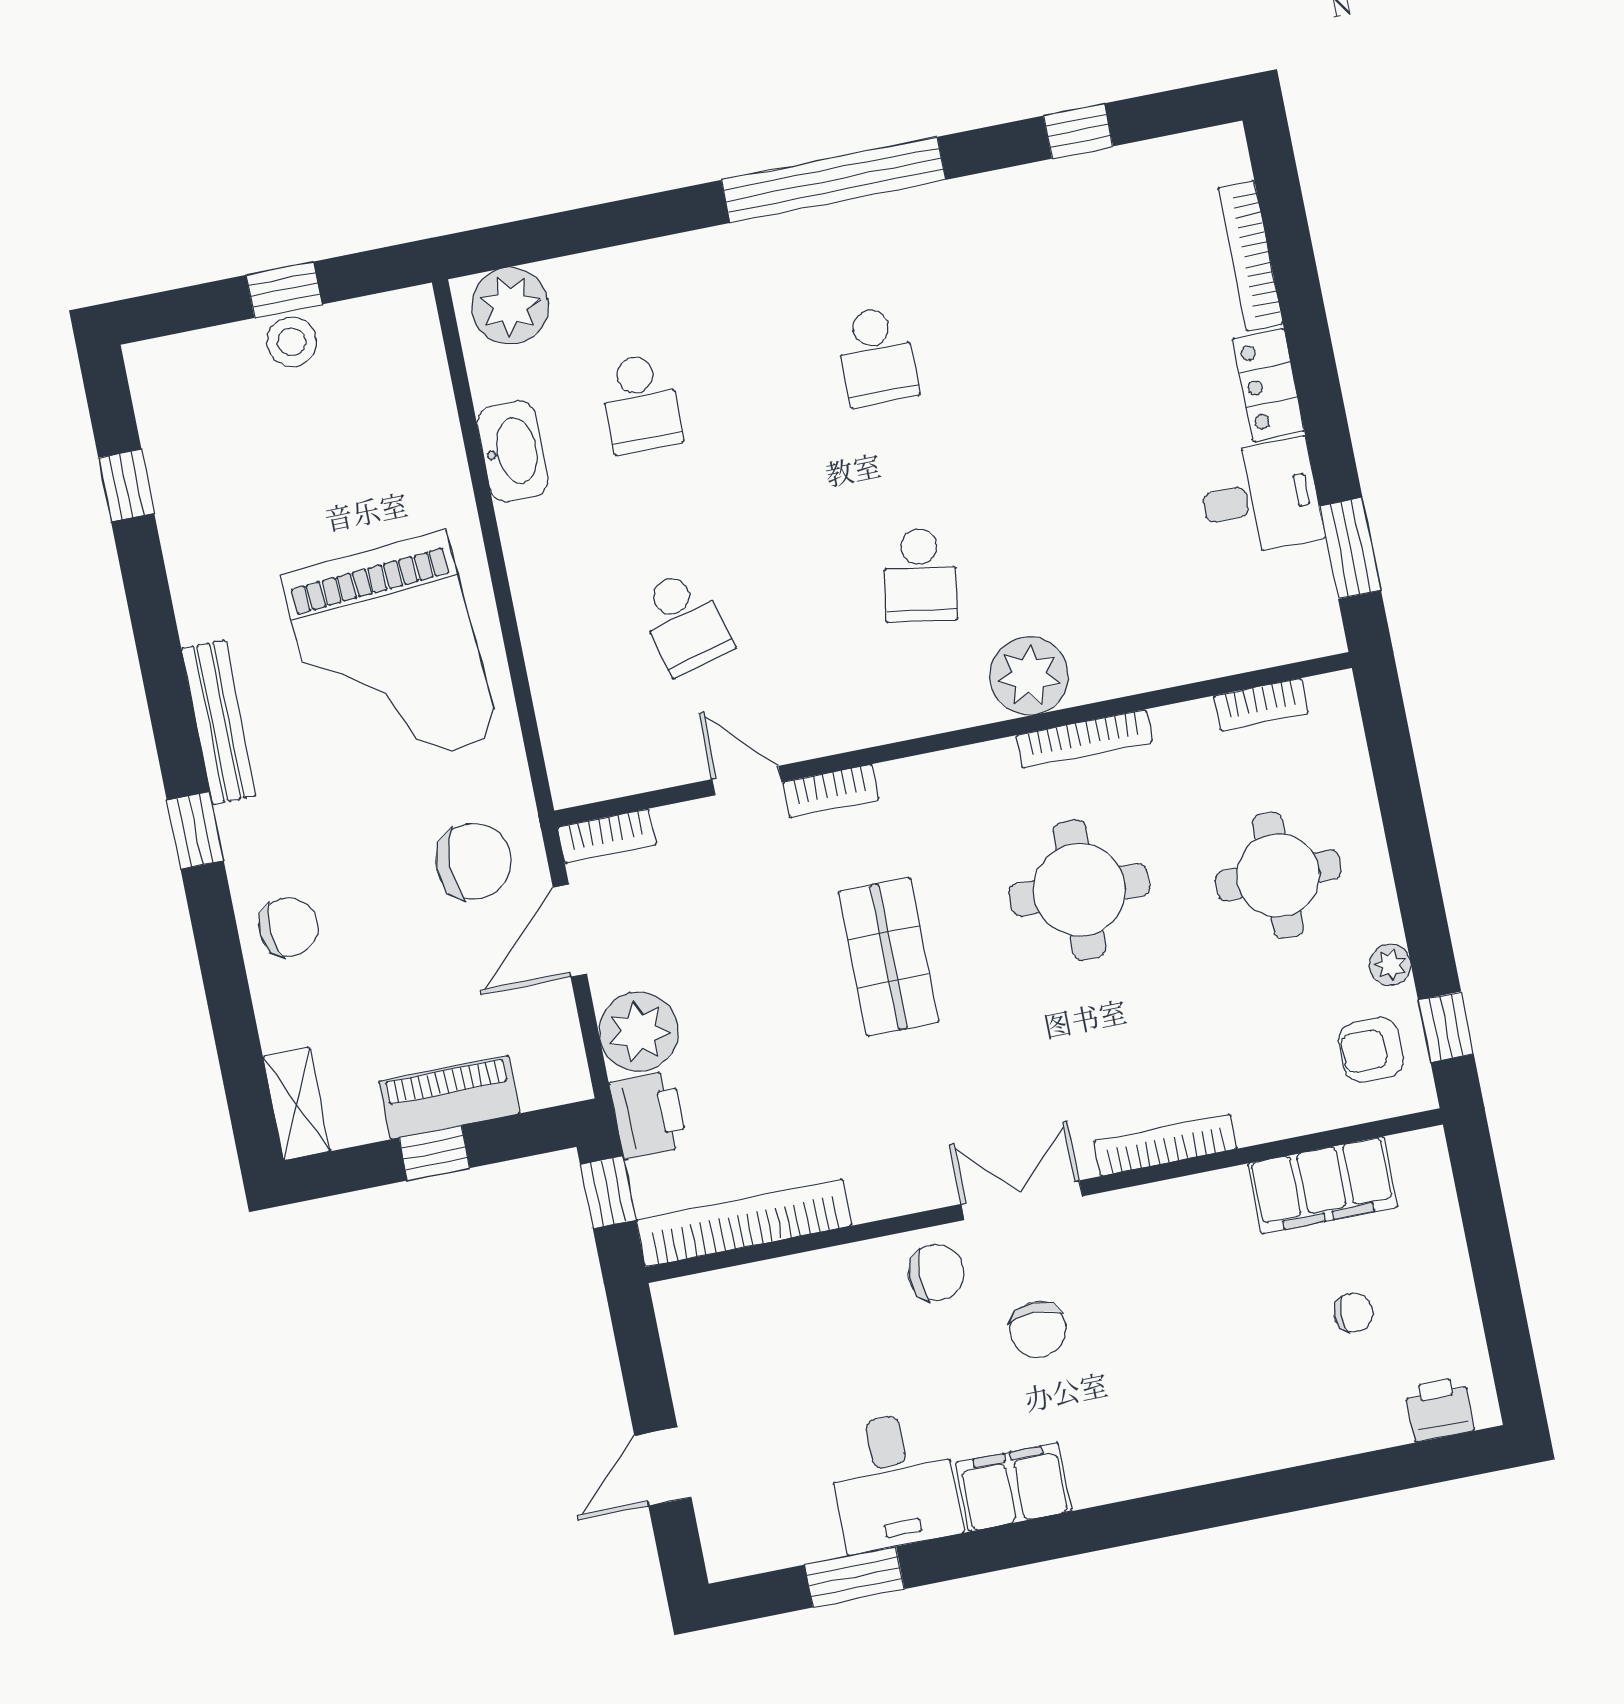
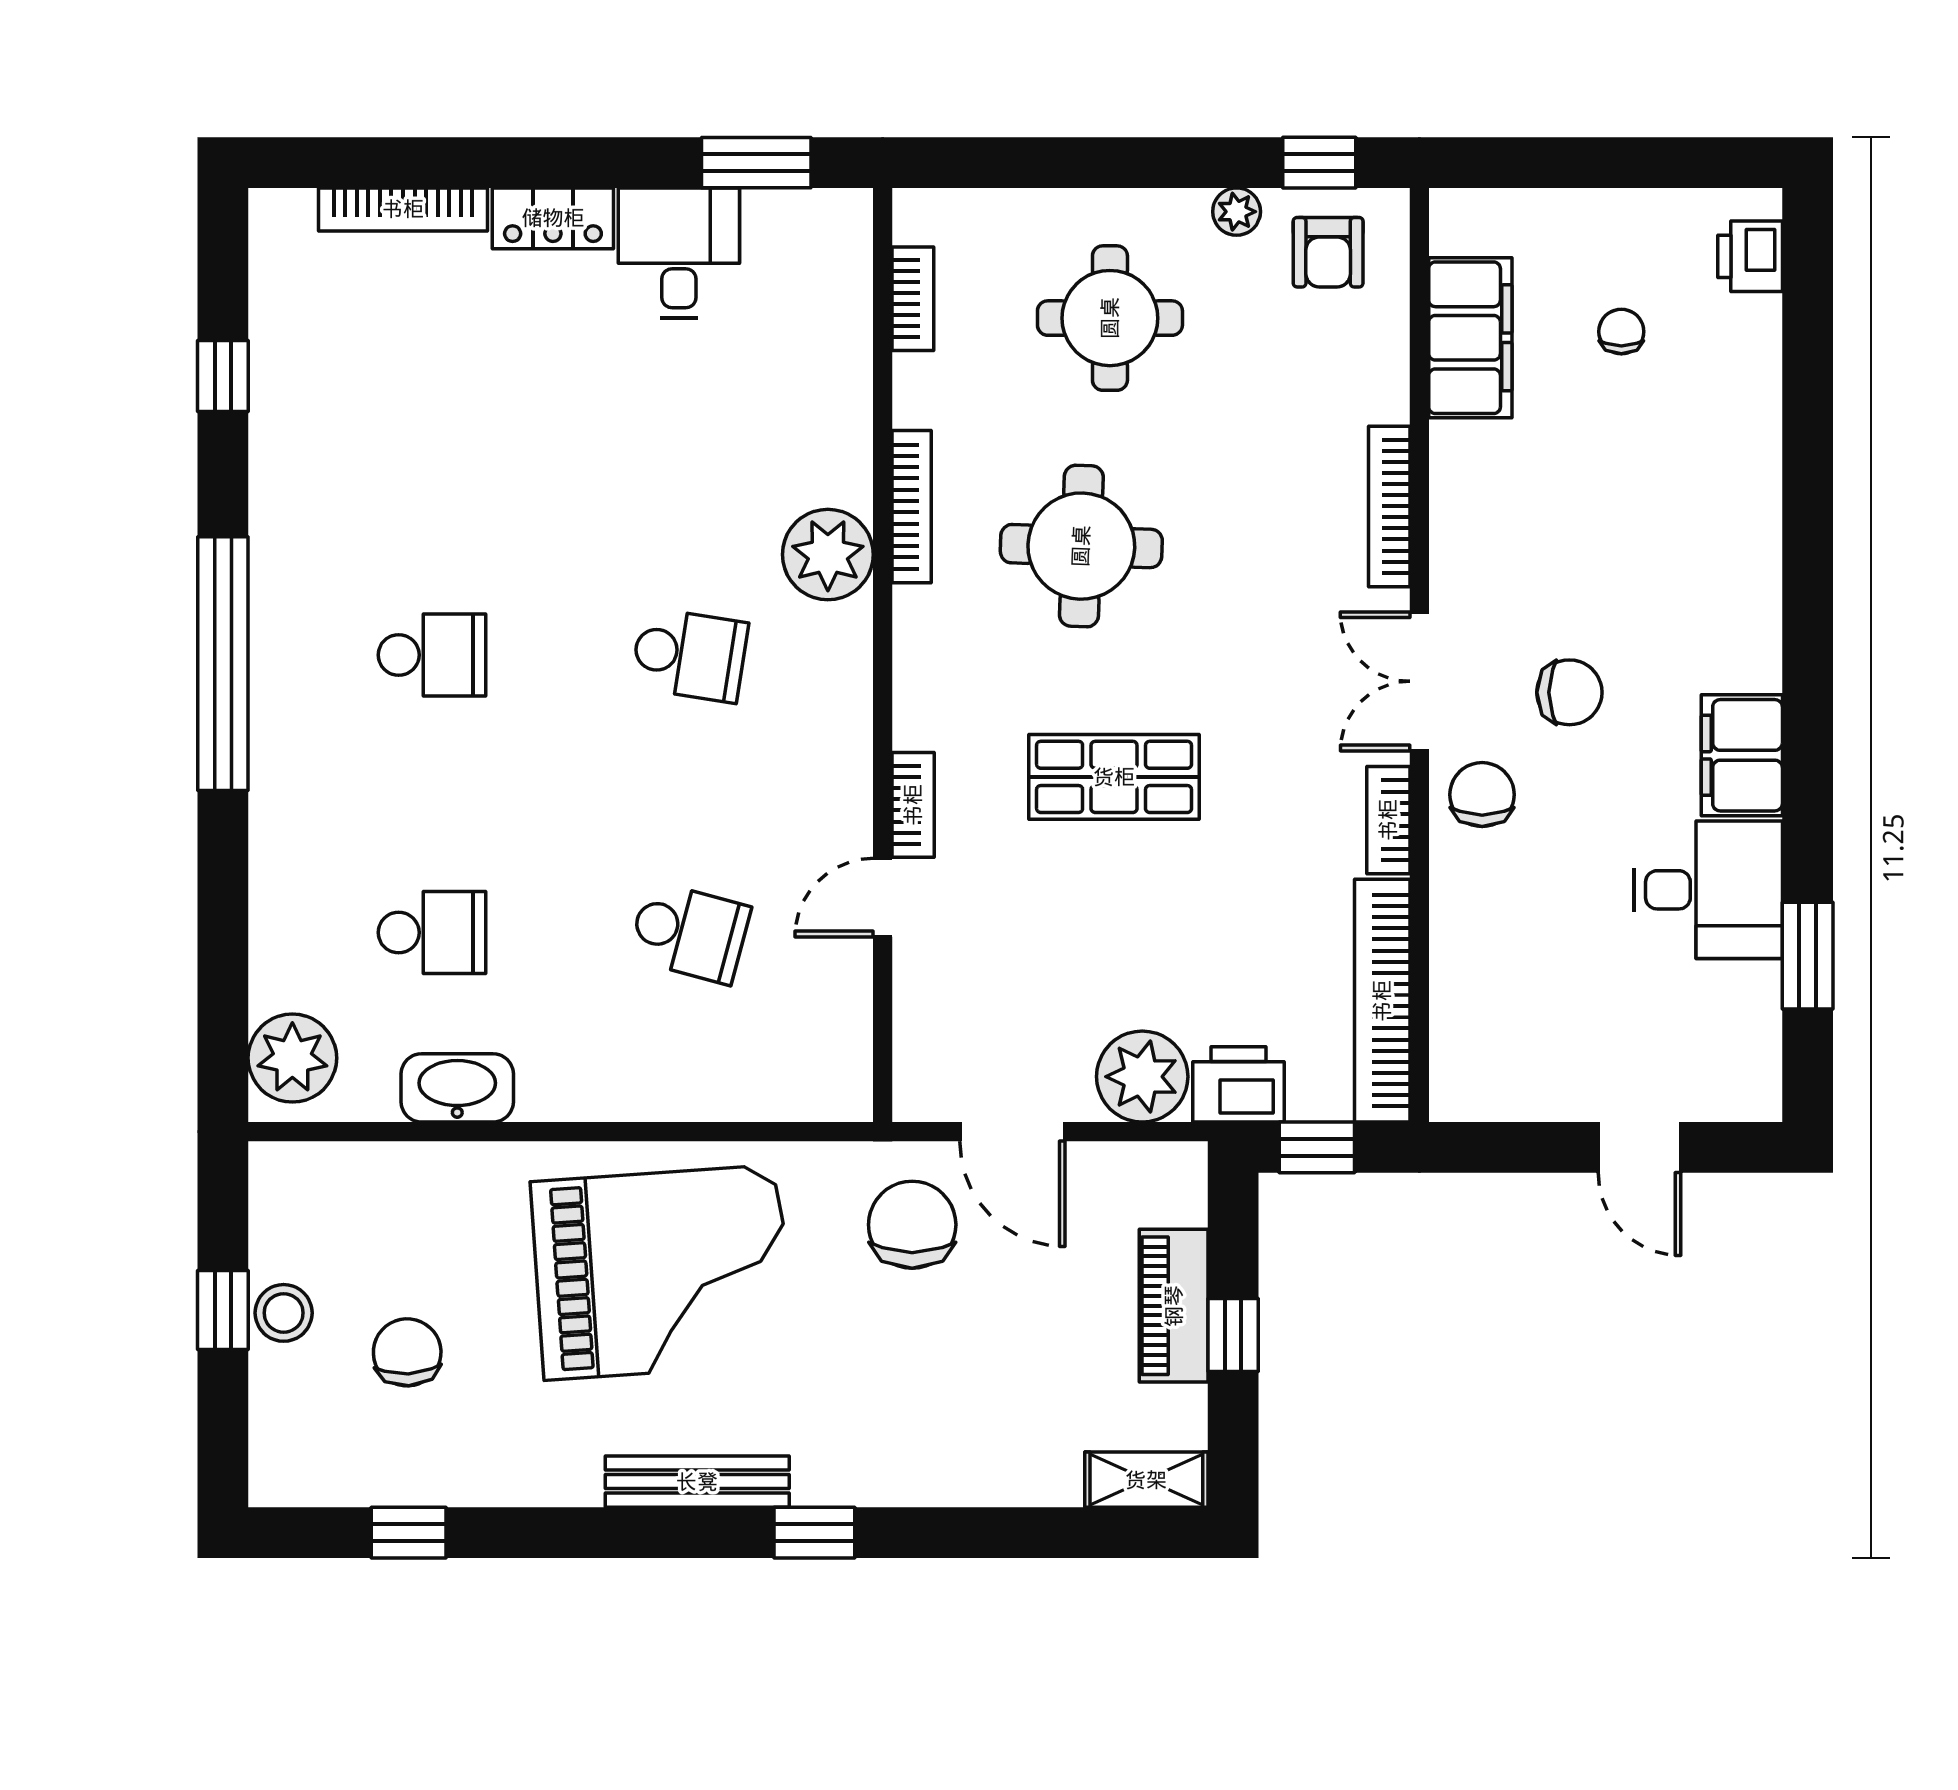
school desk: (684, 622) -> (689, 933), turned 30
bookcase: (607, 836) -> (1388, 820), moved, turned 180
chair: (288, 927) -> (407, 1352), moved

